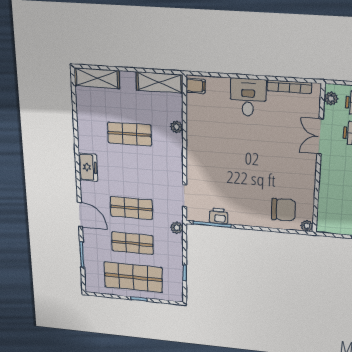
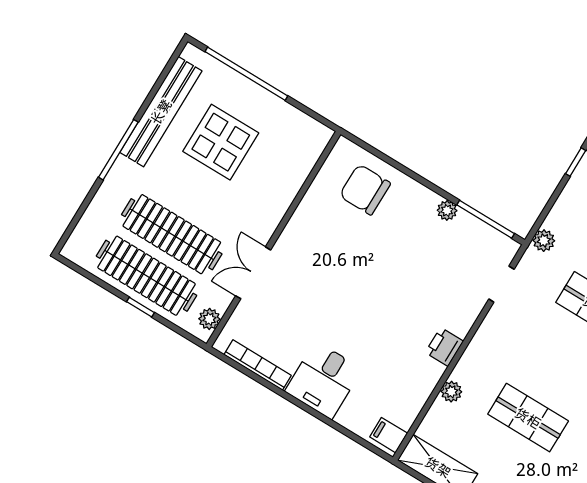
double door: (320, 137) -> (253, 273), swing flipped
printer: (218, 216) -> (444, 347), moved, turned 90
plant: (307, 226) -> (447, 210), moved

